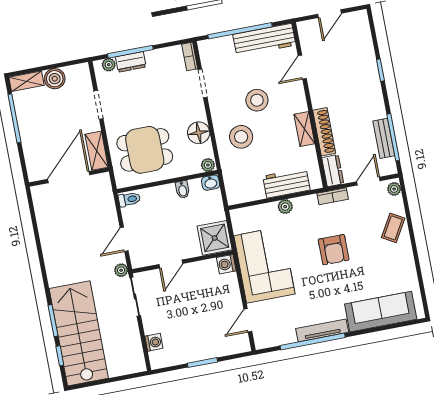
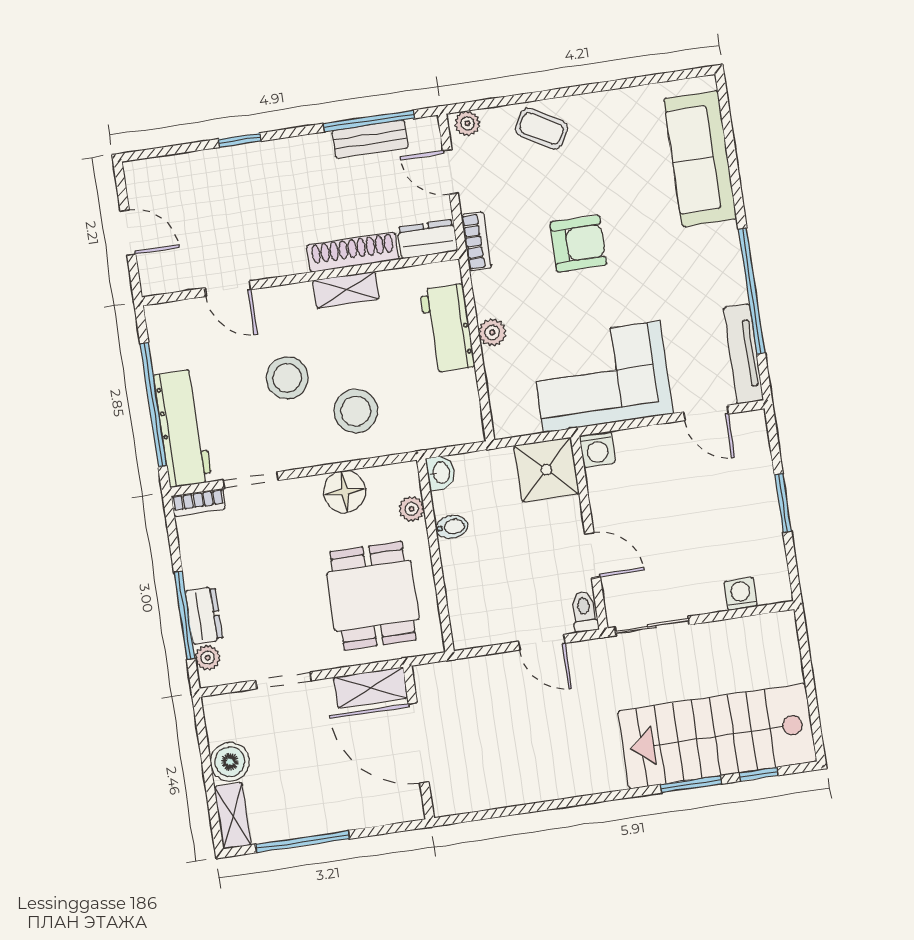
workbench: (264, 40) -> (183, 428), moved
plant: (208, 165) -> (412, 509), moved
toilet: (129, 199) -> (584, 612), moved
plant: (121, 270) -> (600, 650), removed
tv unit: (322, 330) -> (743, 354), moved

